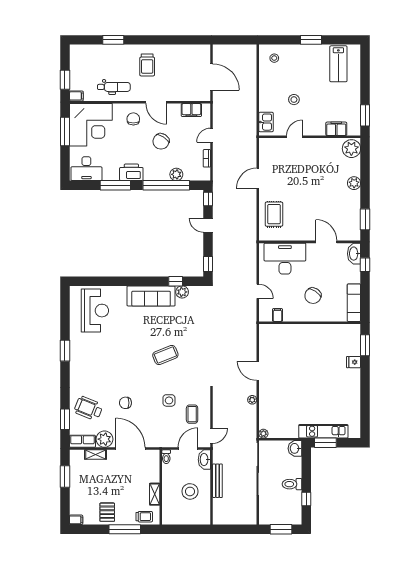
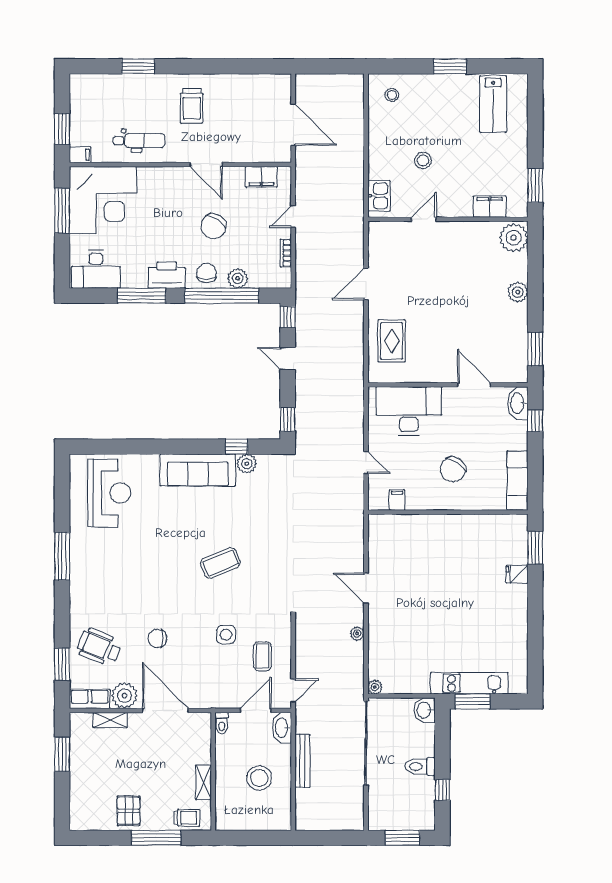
chair: (133, 119) -> (207, 273), moved
window: (65, 351) -> (62, 556), width x1.44
filing cabinet: (76, 520) -> (80, 823), removed

